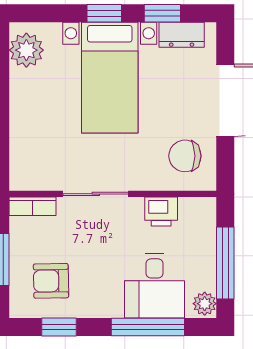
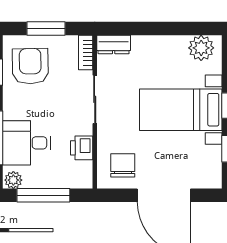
dresser: (182, 35) -> (114, 45), moved, turned -90
armchair: (51, 281) -> (30, 66), width x1.38, depth x1.38

